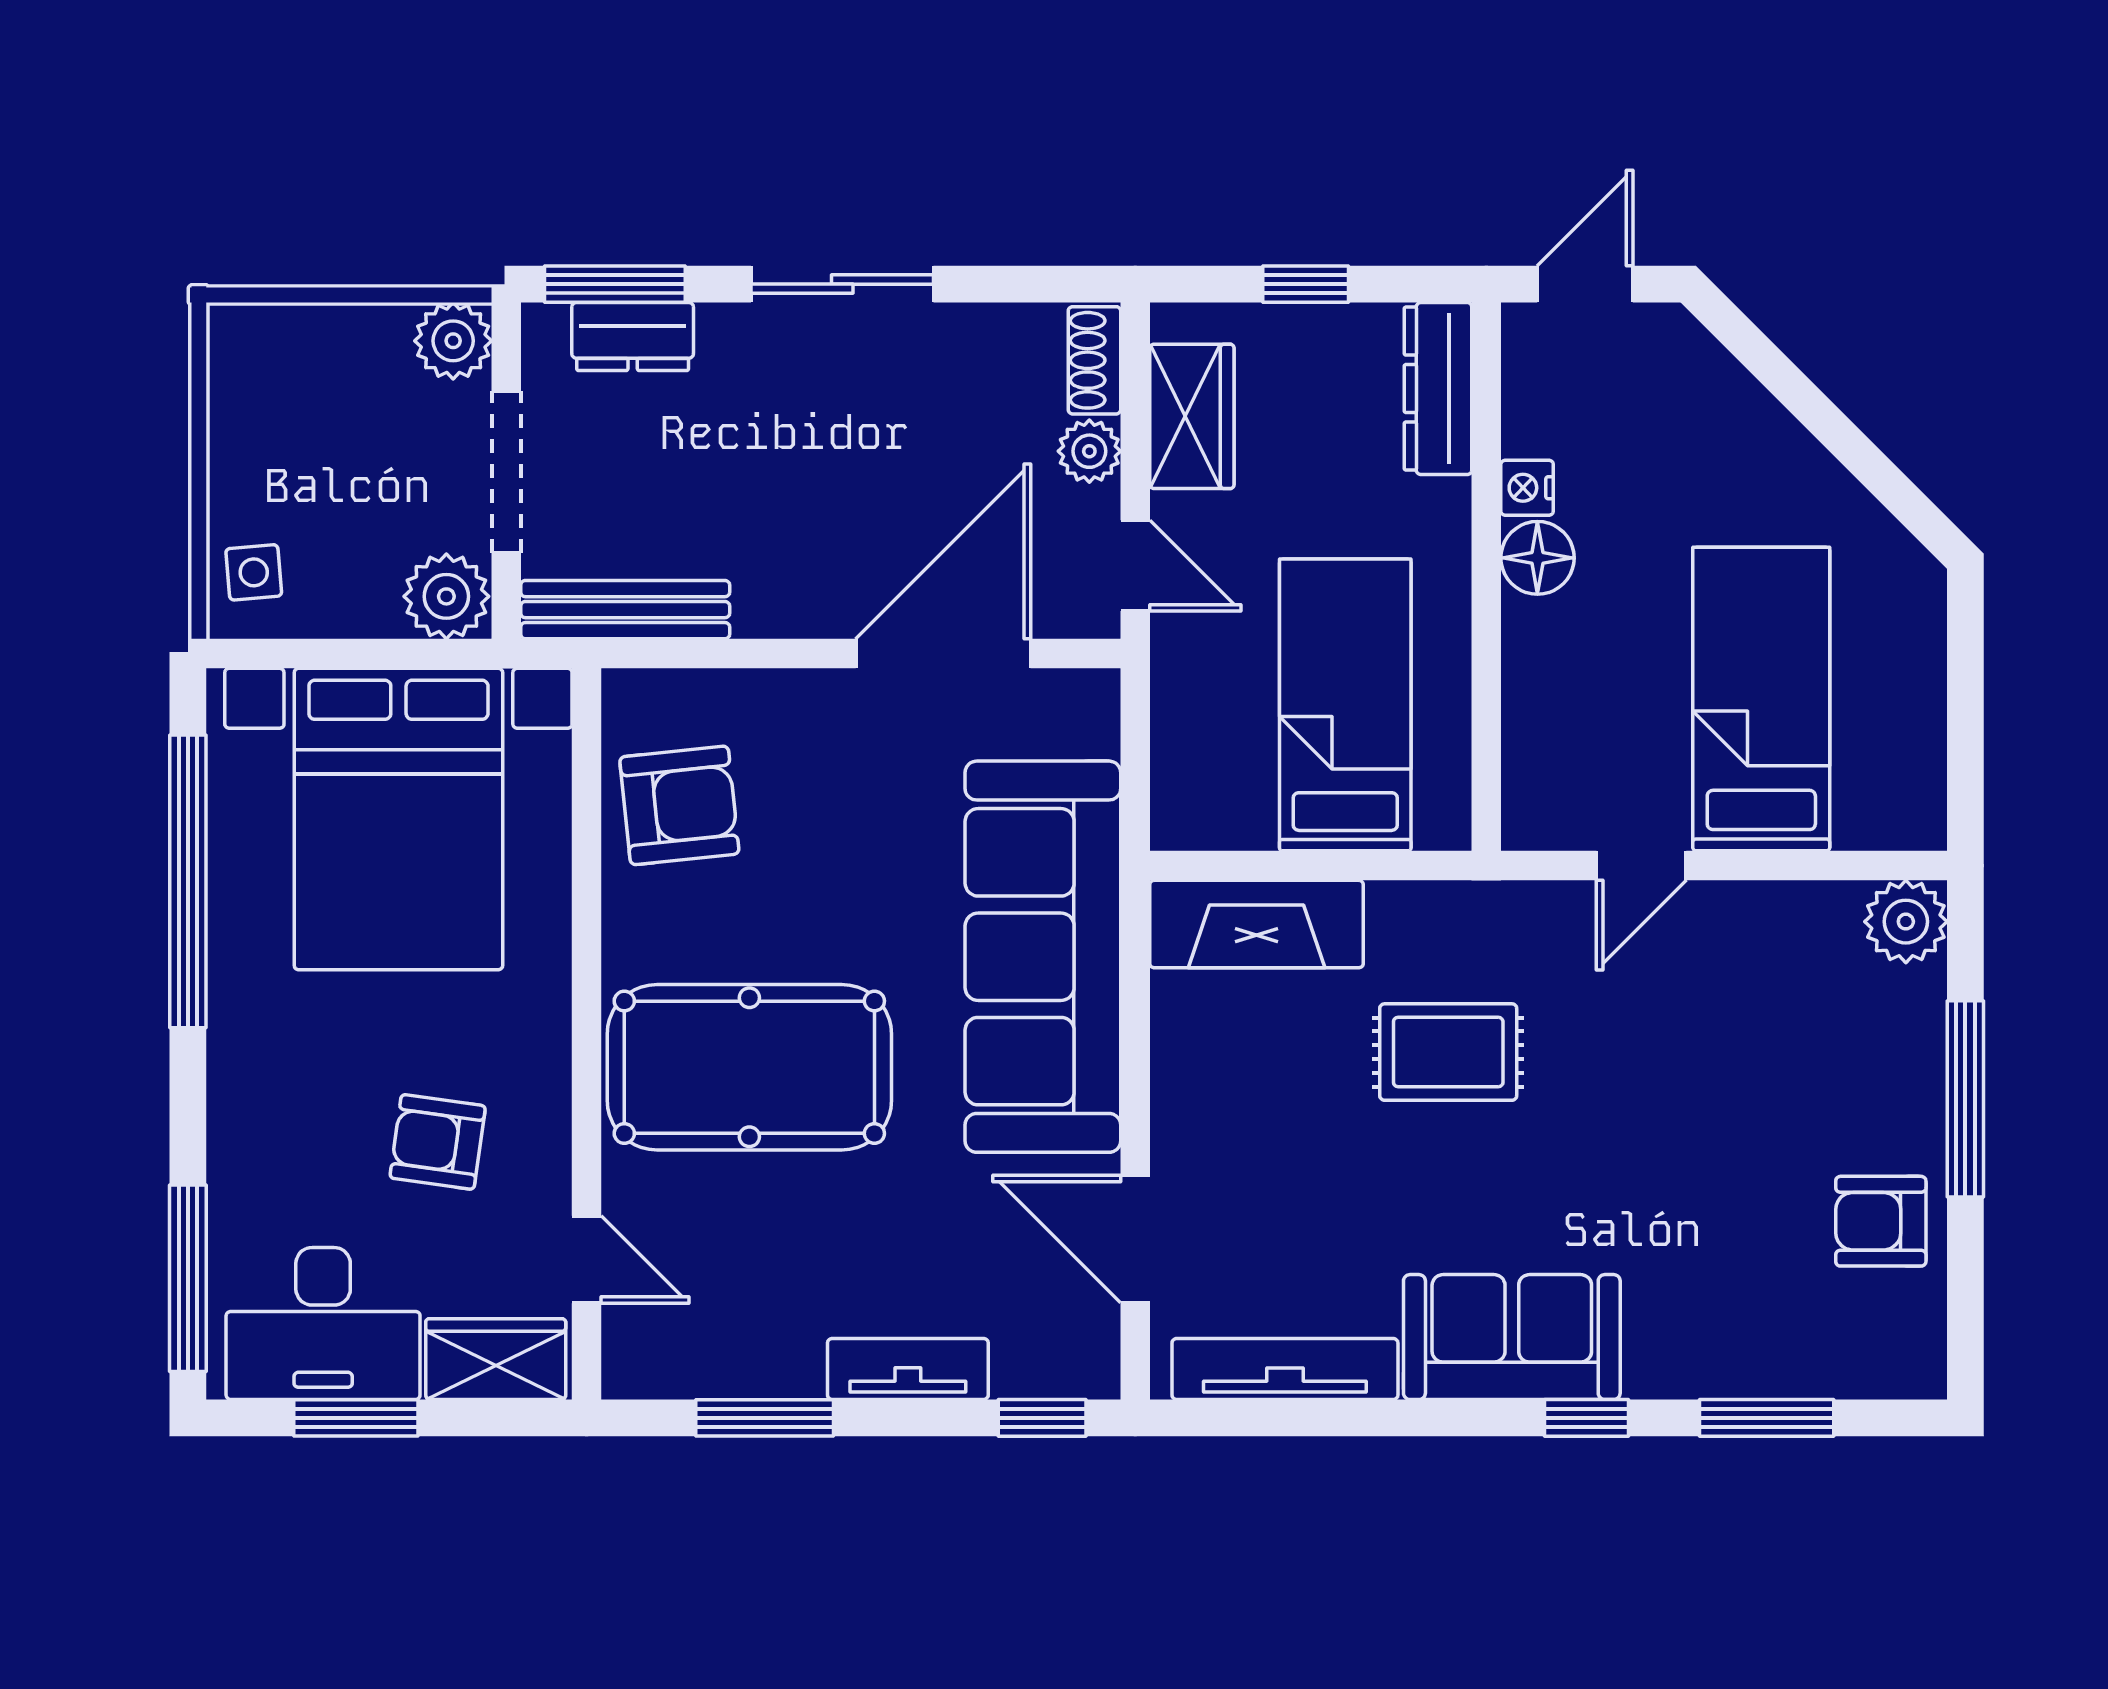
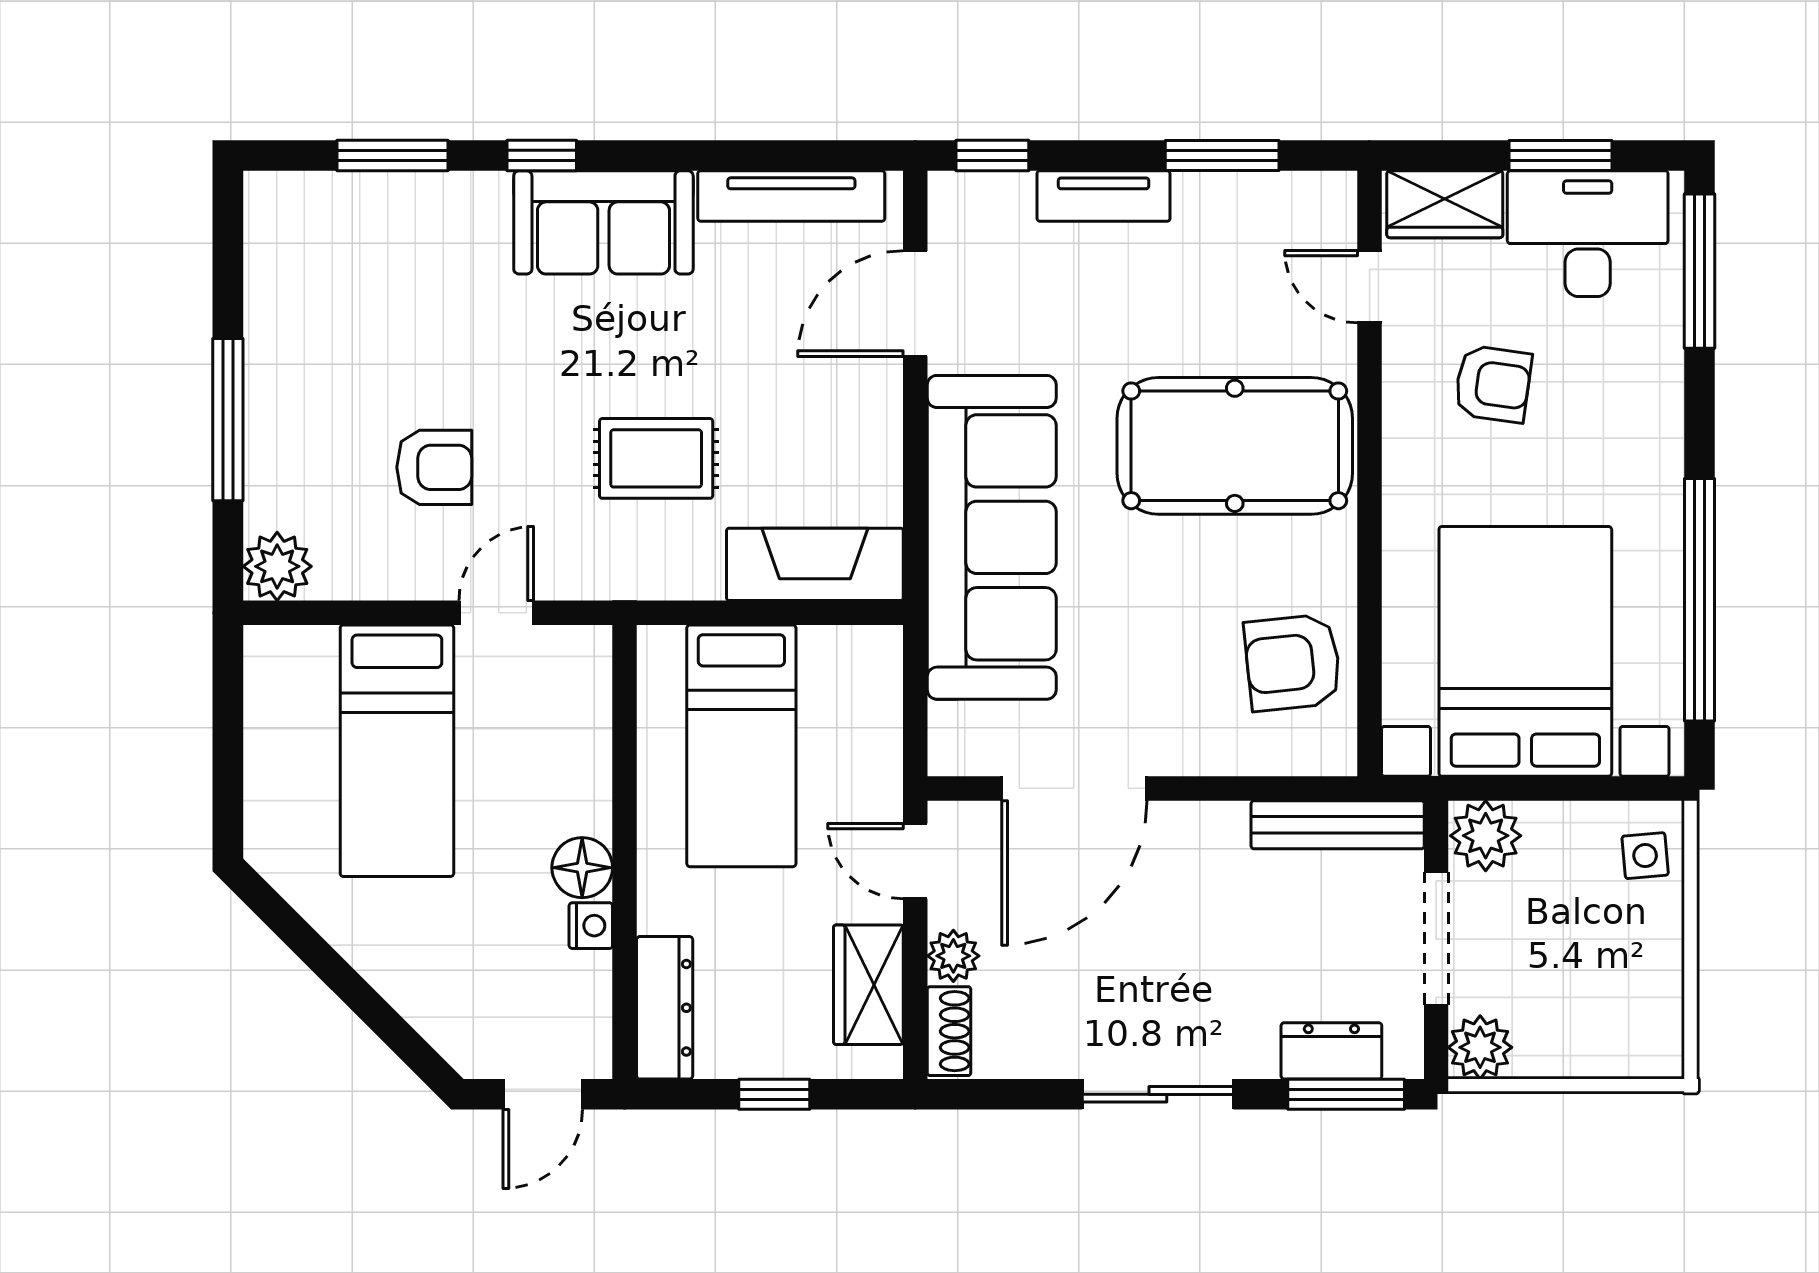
armchair: (1881, 1221) -> (434, 467), moved
door: (1135, 1239) -> (915, 304), swing flipped

